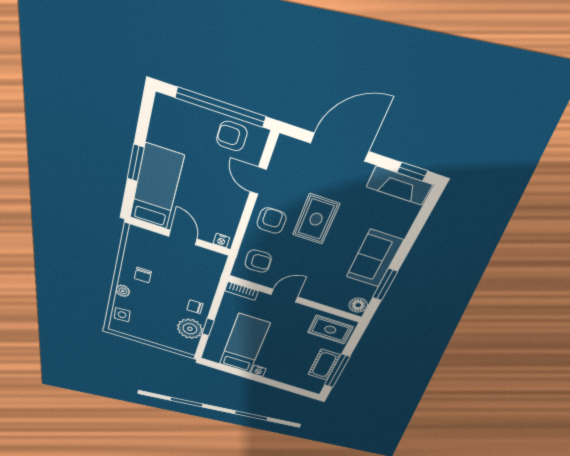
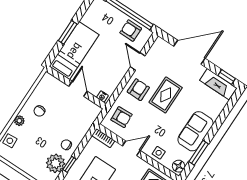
side table: (325, 294) -> (159, 153), added

